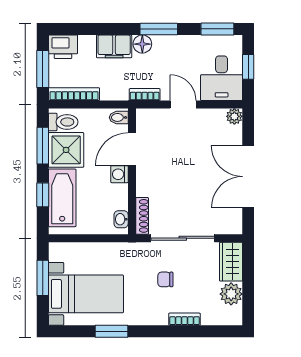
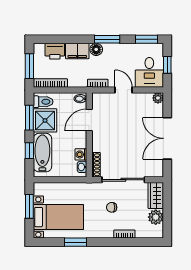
printer: (63, 47) -> (55, 51), moved
washing machine: (119, 174) -> (81, 154), moved

